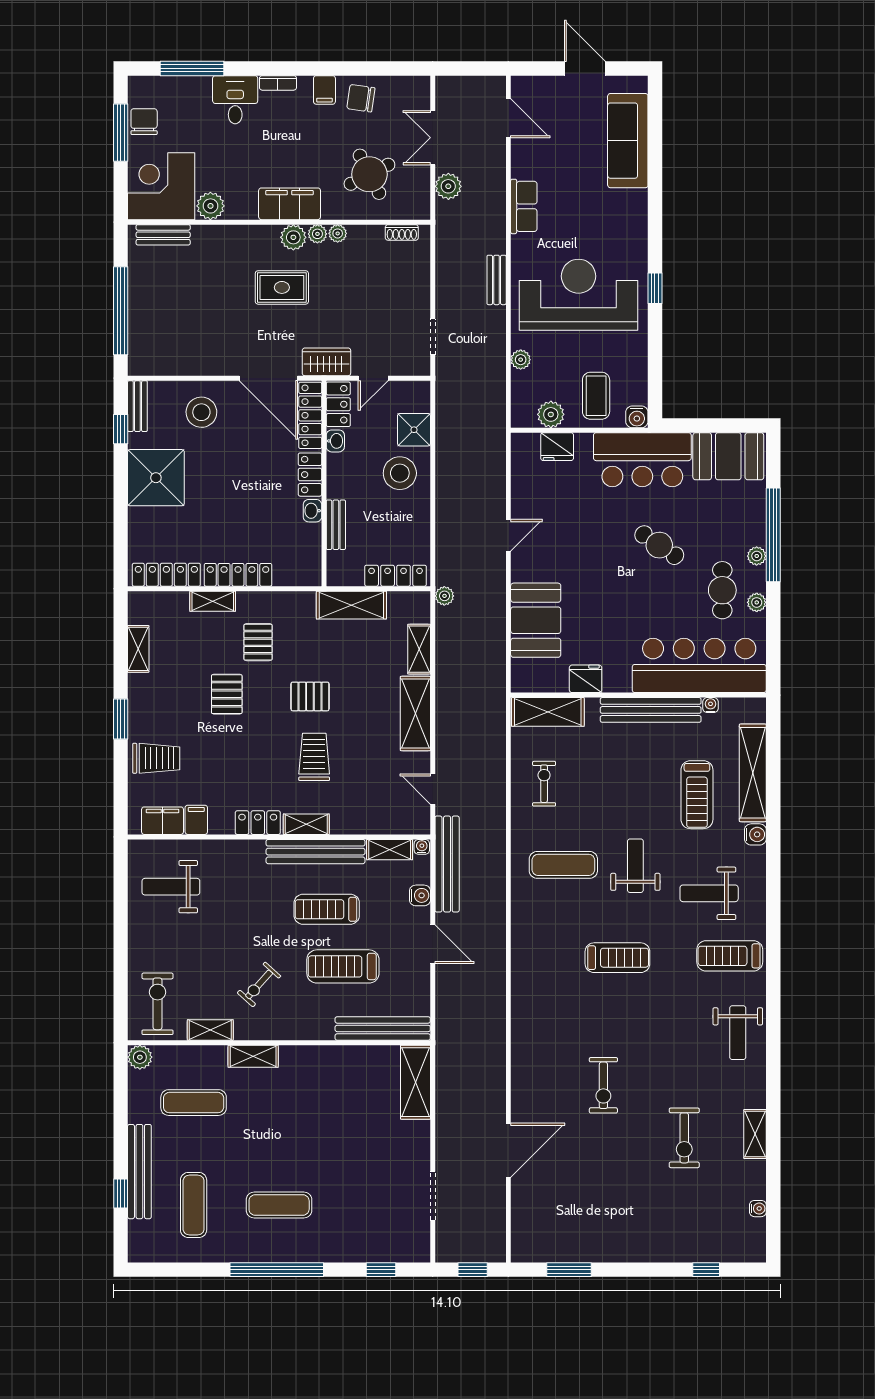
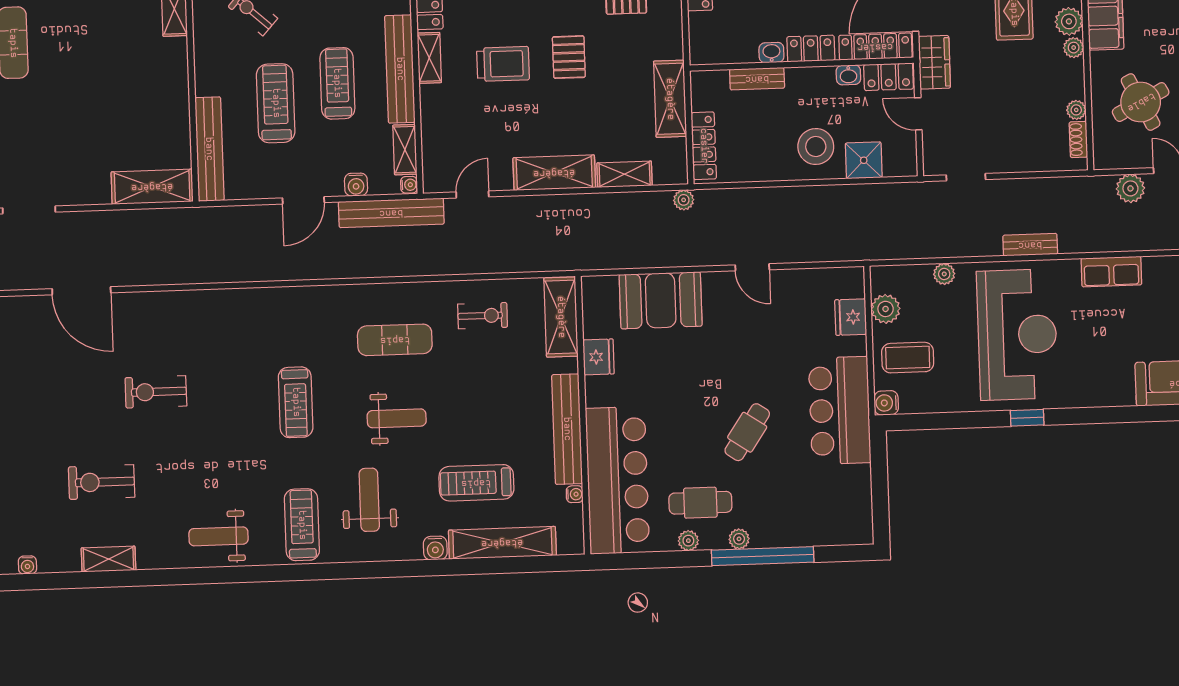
plant: (338, 233) -> (1076, 110), moved
booth: (728, 456) -> (847, 504), removed
exercise mat: (563, 865) -> (395, 340), turned 90

